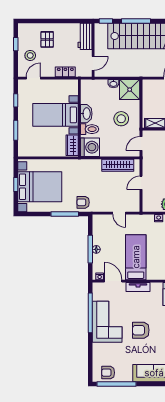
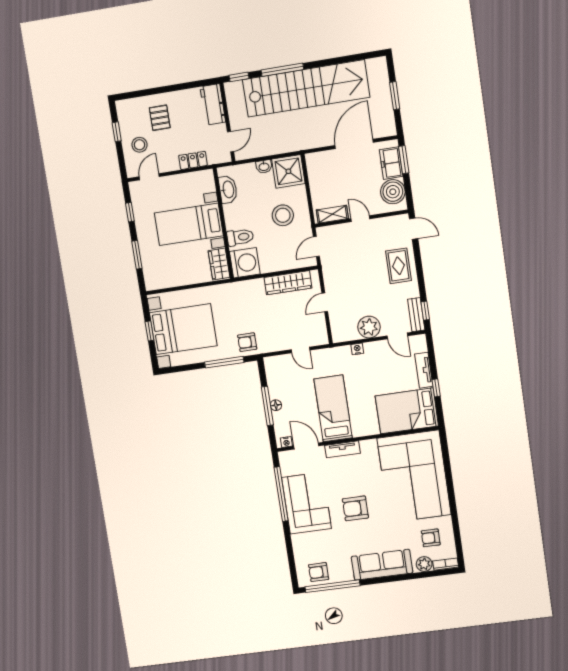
washbasin: (86, 114) -> (228, 189), moved

